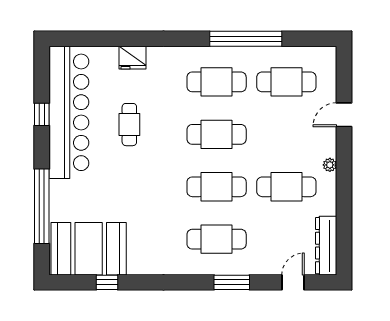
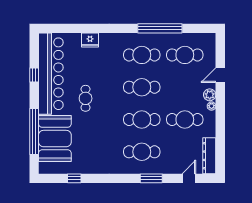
cafe table: (129, 125) -> (86, 98), moved
plant: (327, 147) -> (210, 95), added
booth: (89, 249) -> (55, 139), moved, turned 90

